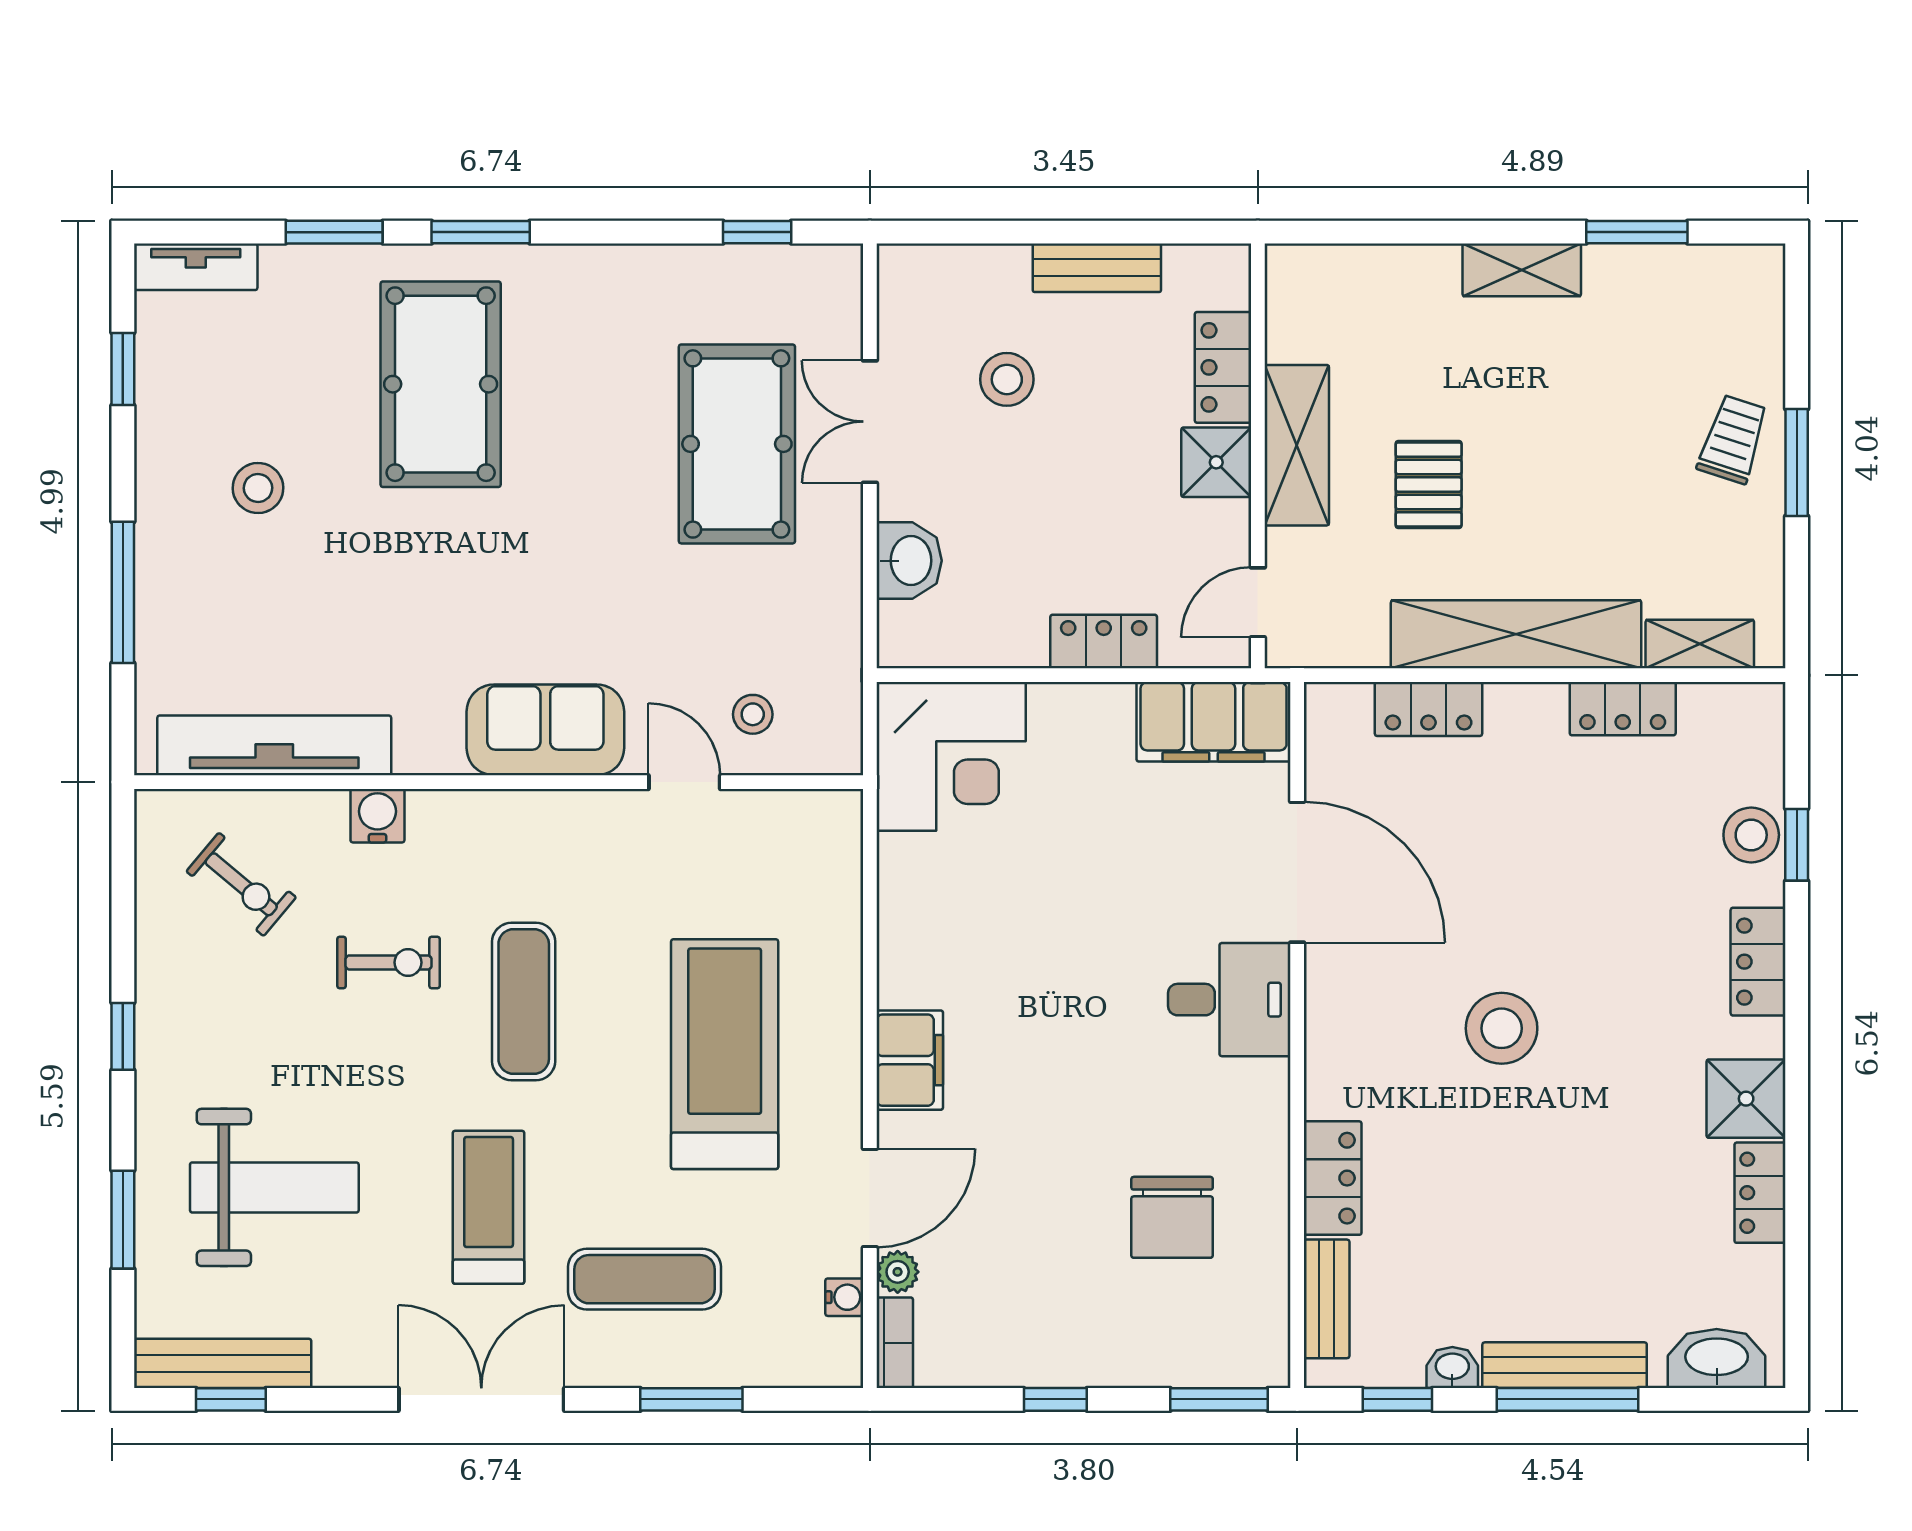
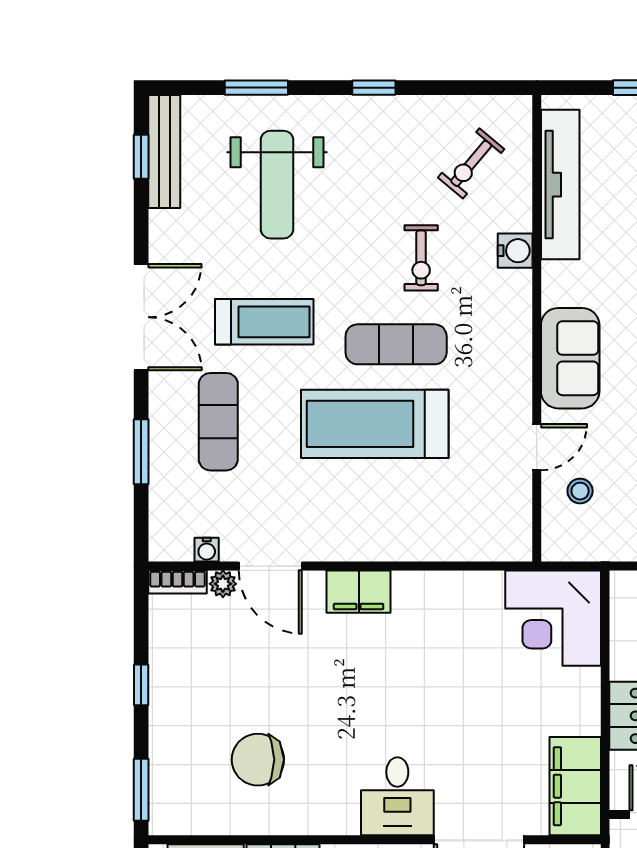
treadmill: (725, 1054) -> (375, 424), moved, turned 180

